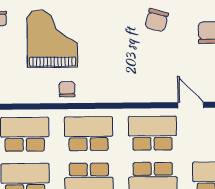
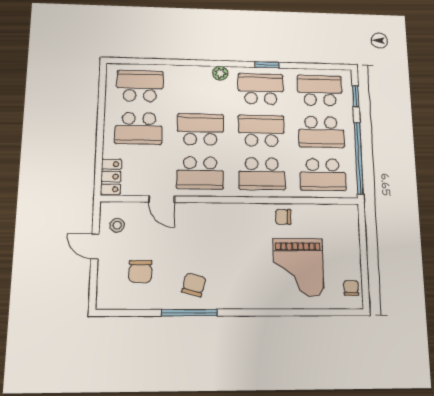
chair: (67, 89) -> (283, 217), turned 90

